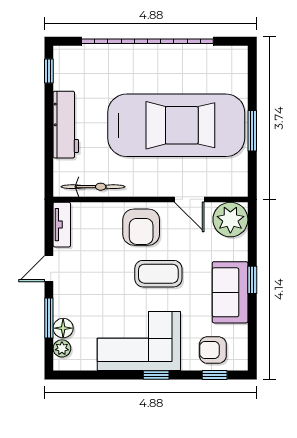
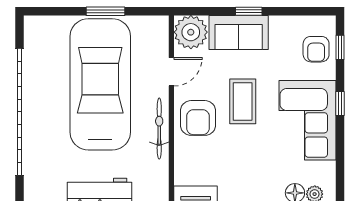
bicycle: (93, 187) -> (159, 129), moved
armchair: (141, 227) -> (198, 118), turned 90
sofa: (230, 292) -> (239, 33), moved

